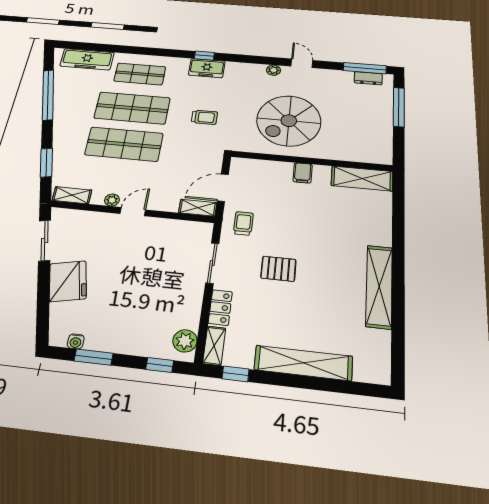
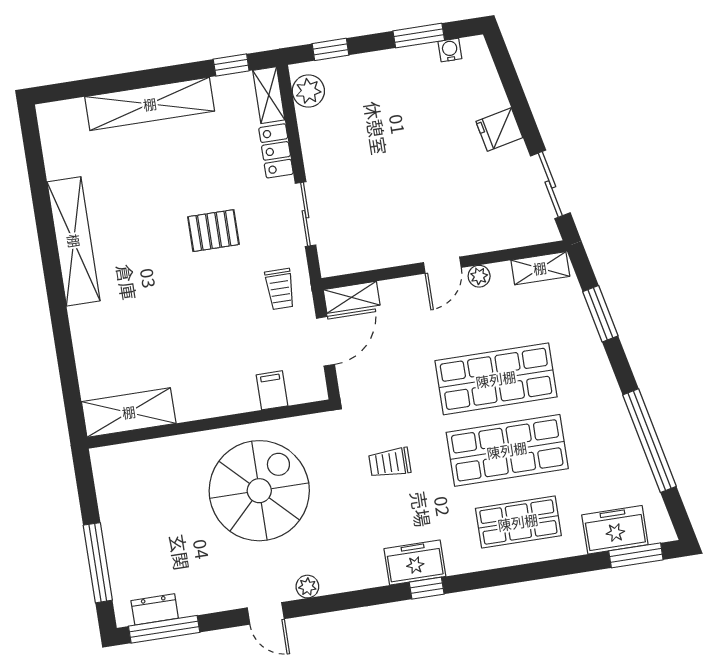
window: (81, 46) -> (636, 555), added
freezer: (87, 59) -> (615, 530), width x0.71
filing cabinet: (303, 173) -> (272, 390), moved
fridge: (68, 281) -> (499, 130), width x0.53, depth x0.75

